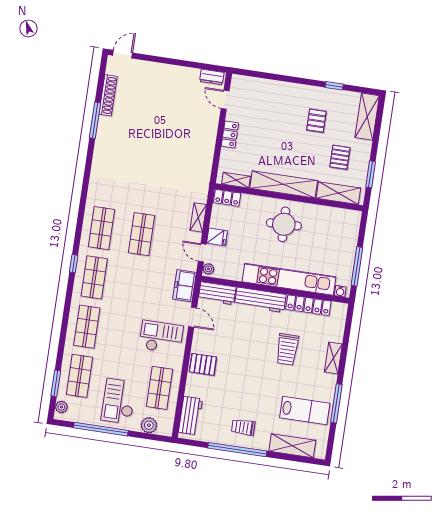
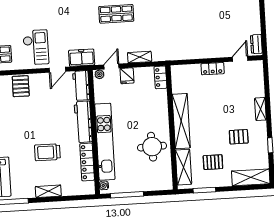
shelving: (236, 180) -> (260, 109), moved
round table: (284, 224) -> (152, 147), moved

